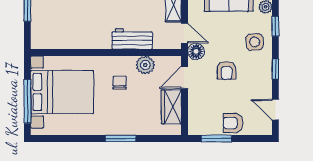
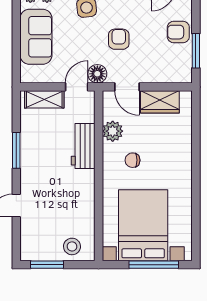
stool: (43, 29) -> (72, 246), added
armchair: (227, 70) -> (119, 39), turned -90
armchair: (233, 123) -> (178, 32), turned 90
window: (121, 139) -> (196, 159), removed

